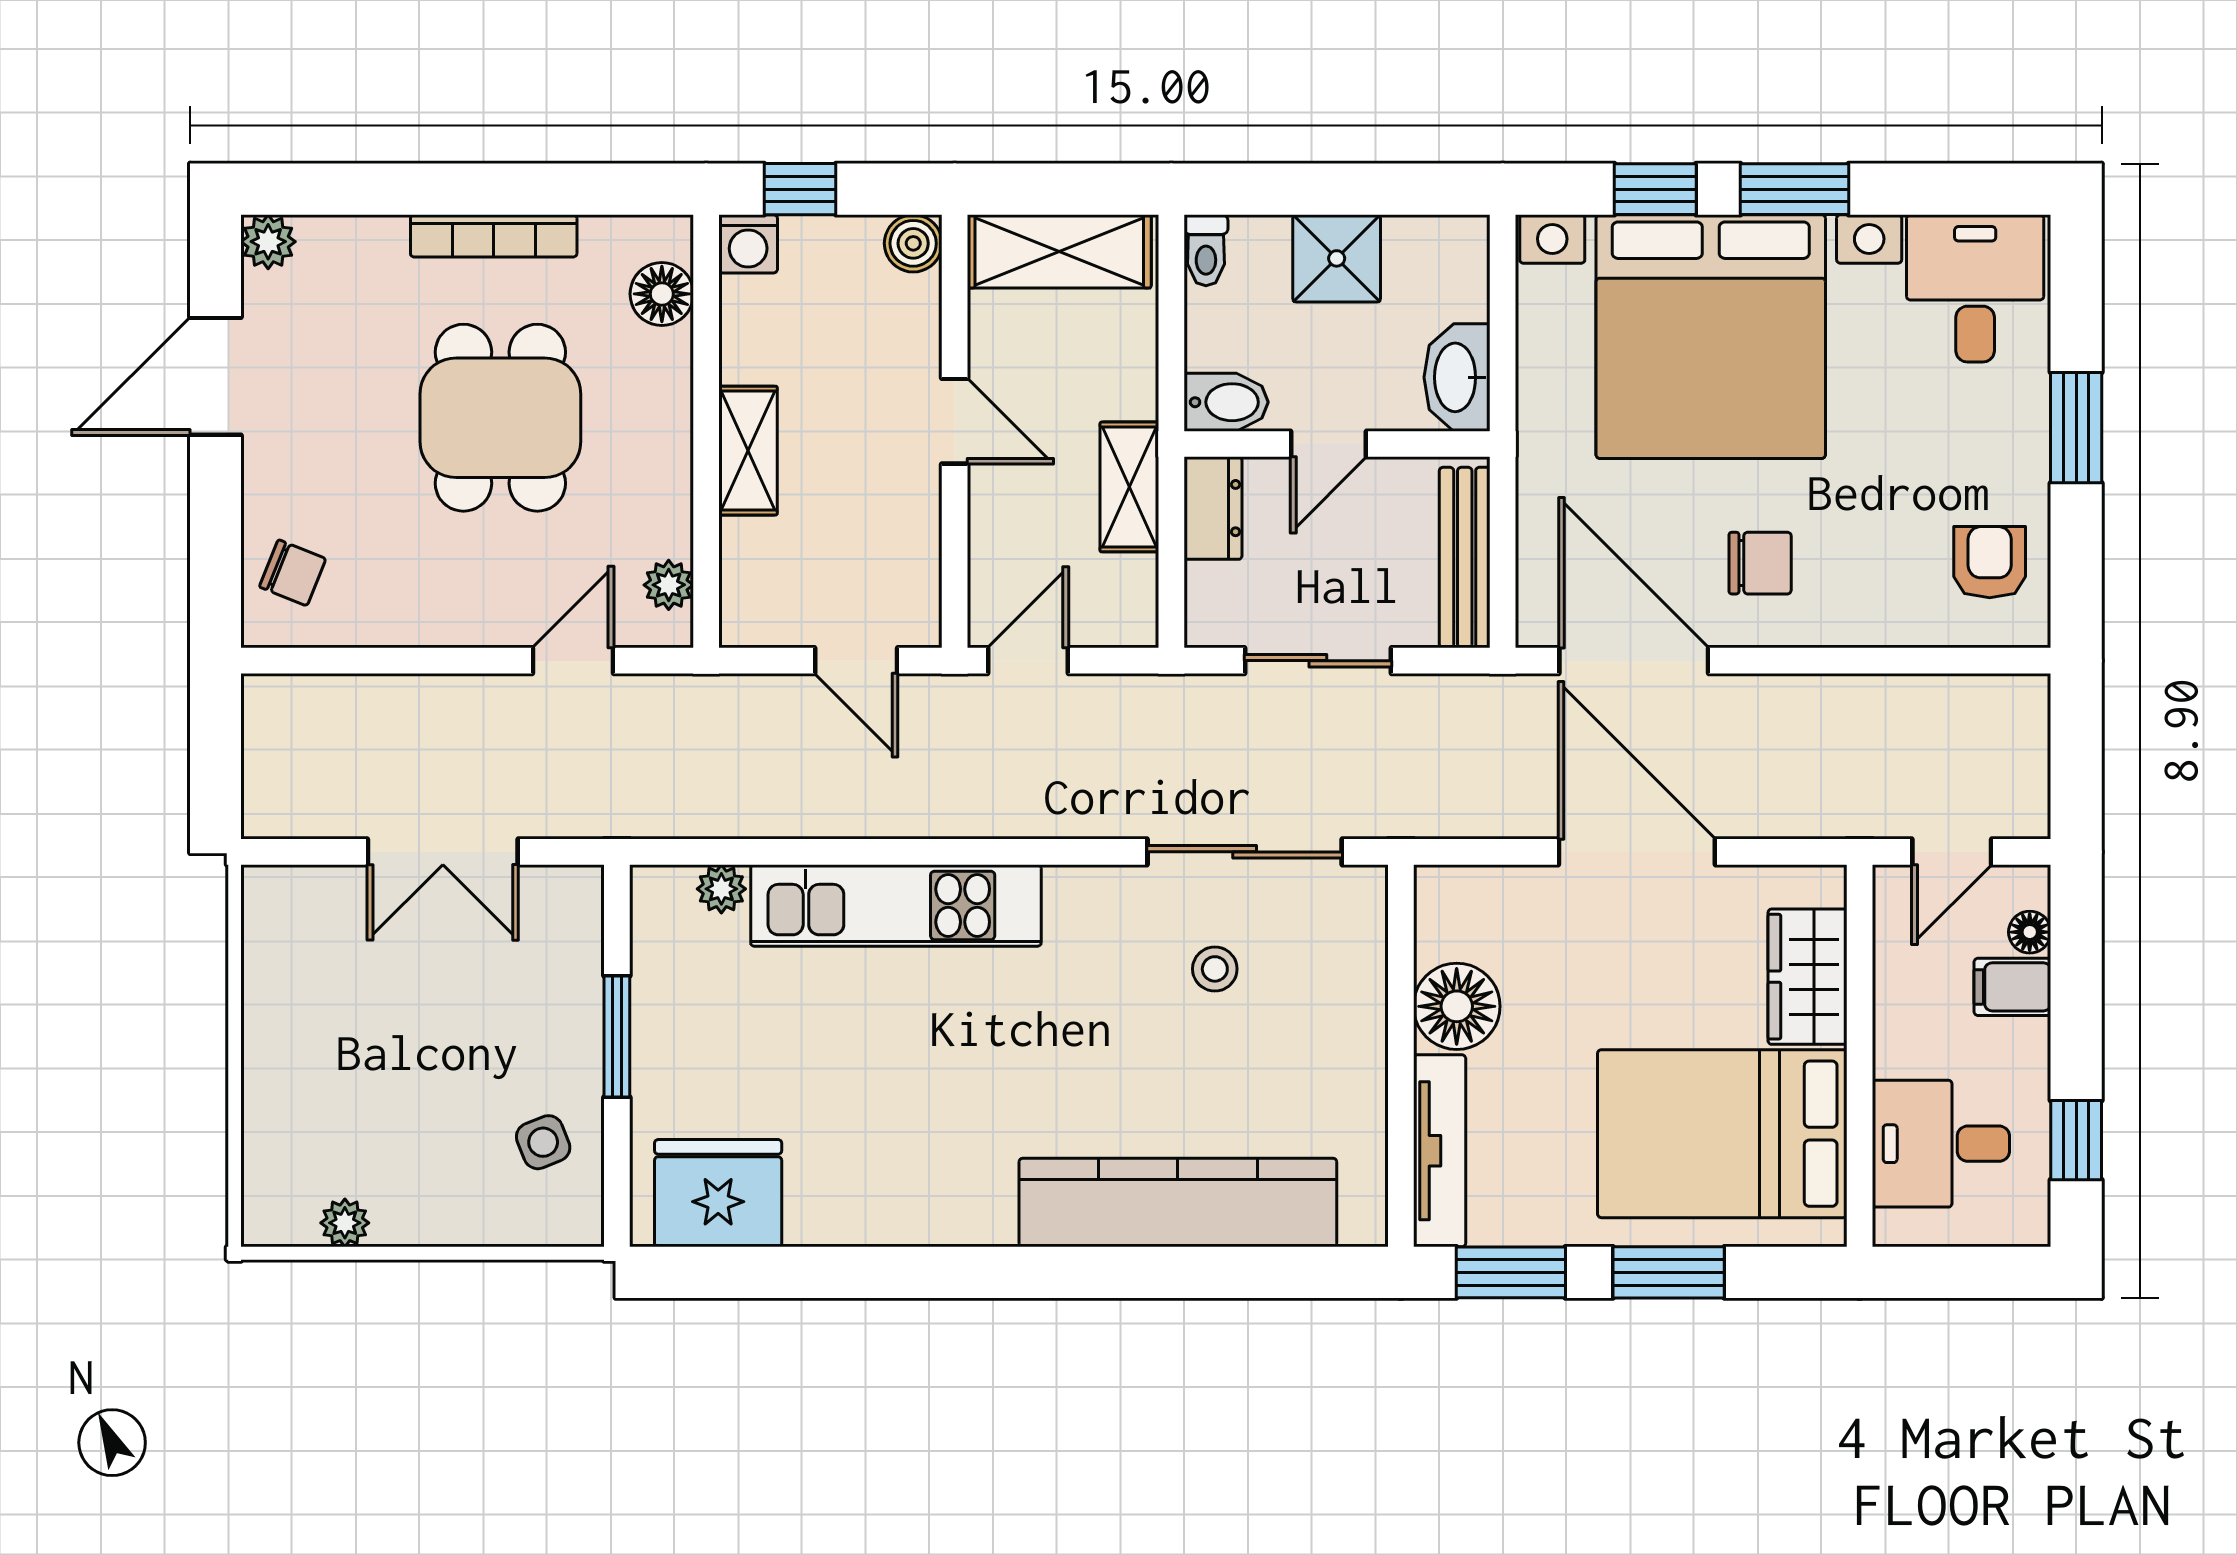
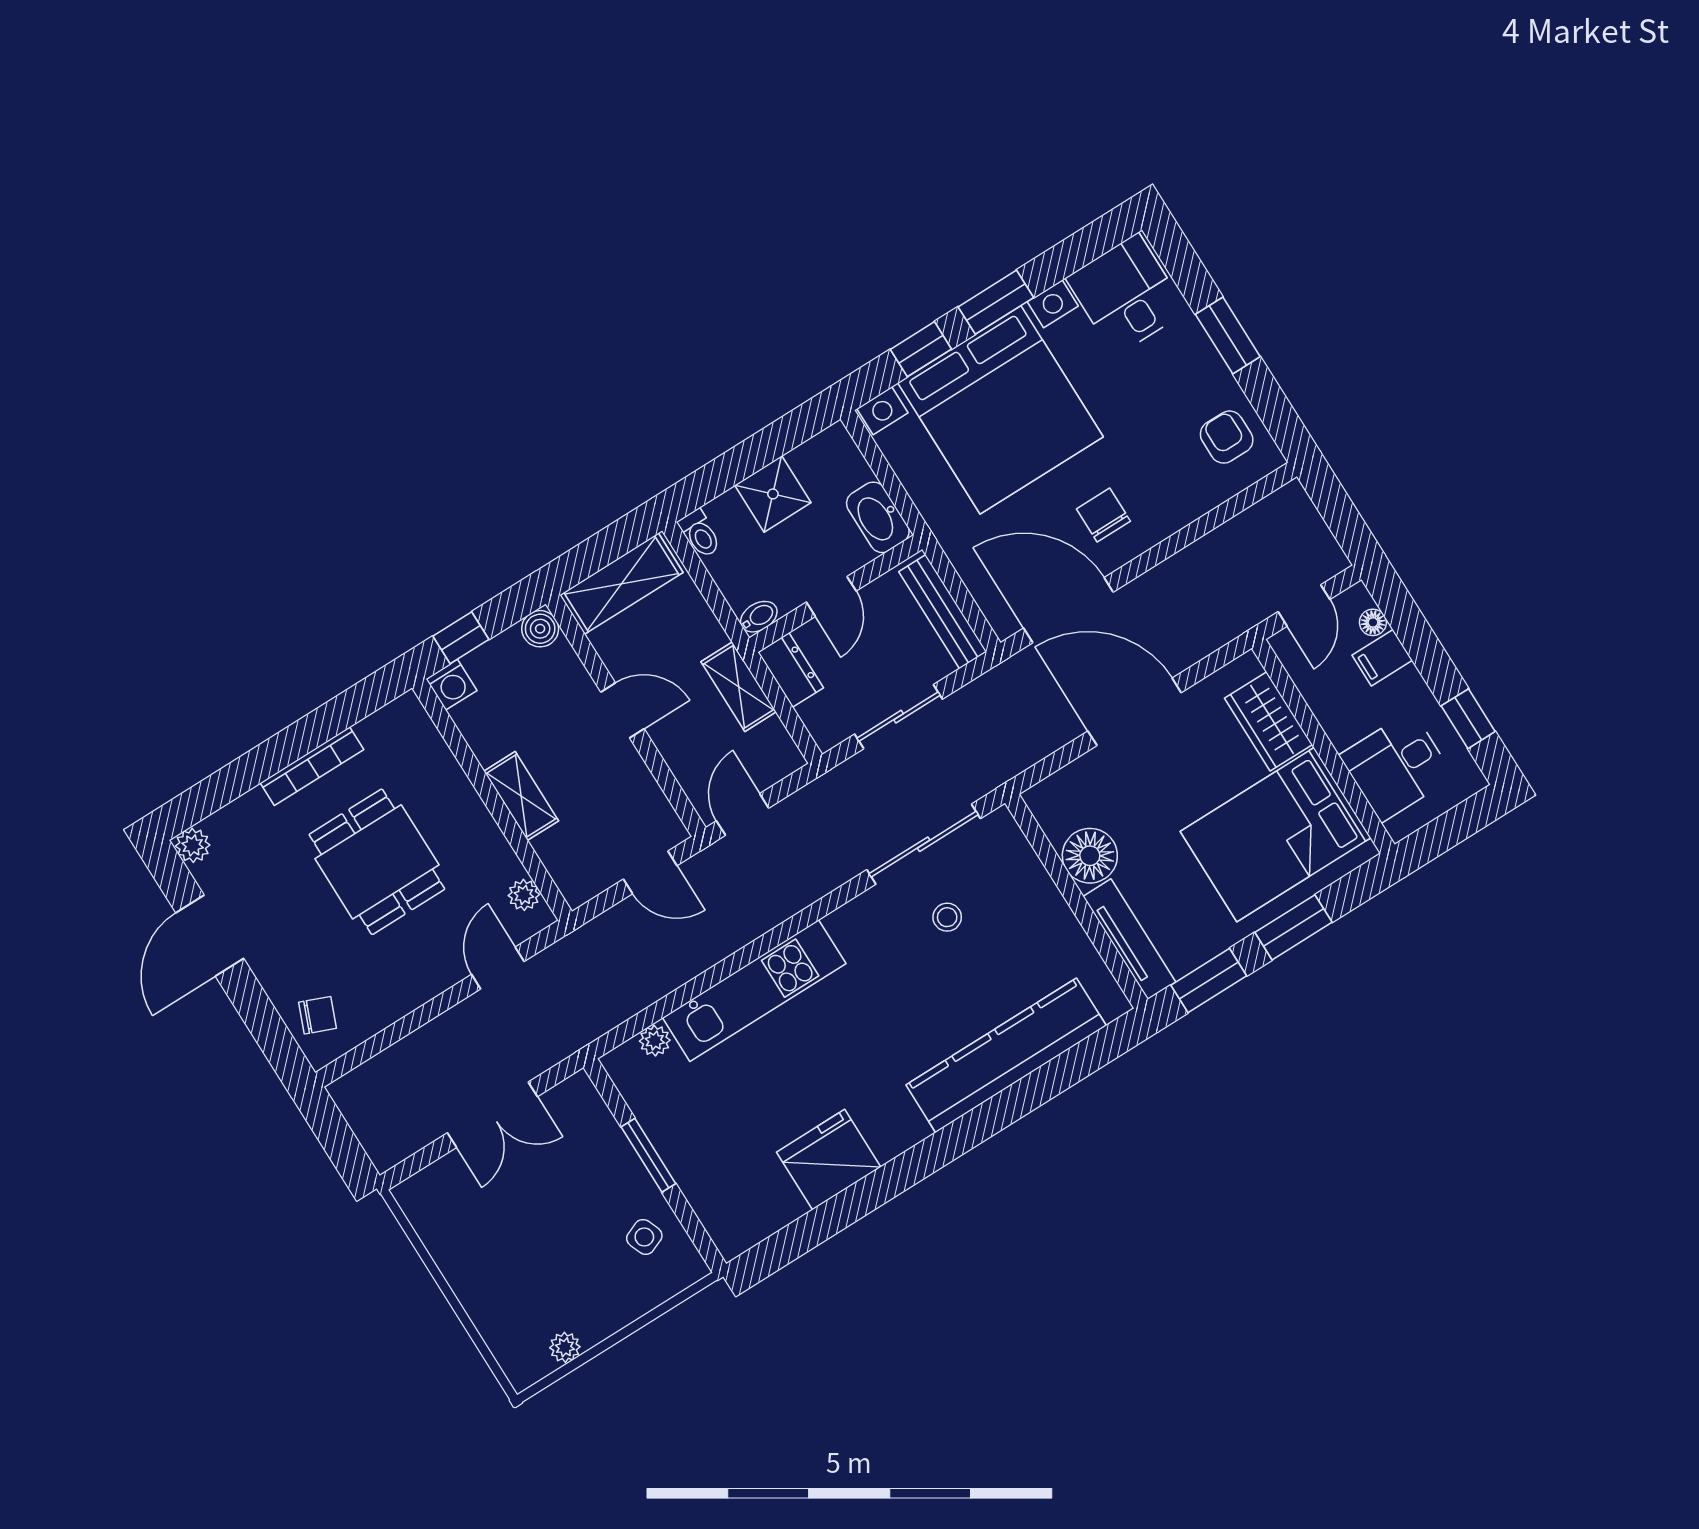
floor lamp: (662, 294) -> (422, 741), removed
bidet: (1226, 402) -> (759, 617), width x0.72, depth x0.74
chair: (1760, 563) -> (1103, 515), turned -90
fridge: (718, 1193) -> (829, 1160), moved

